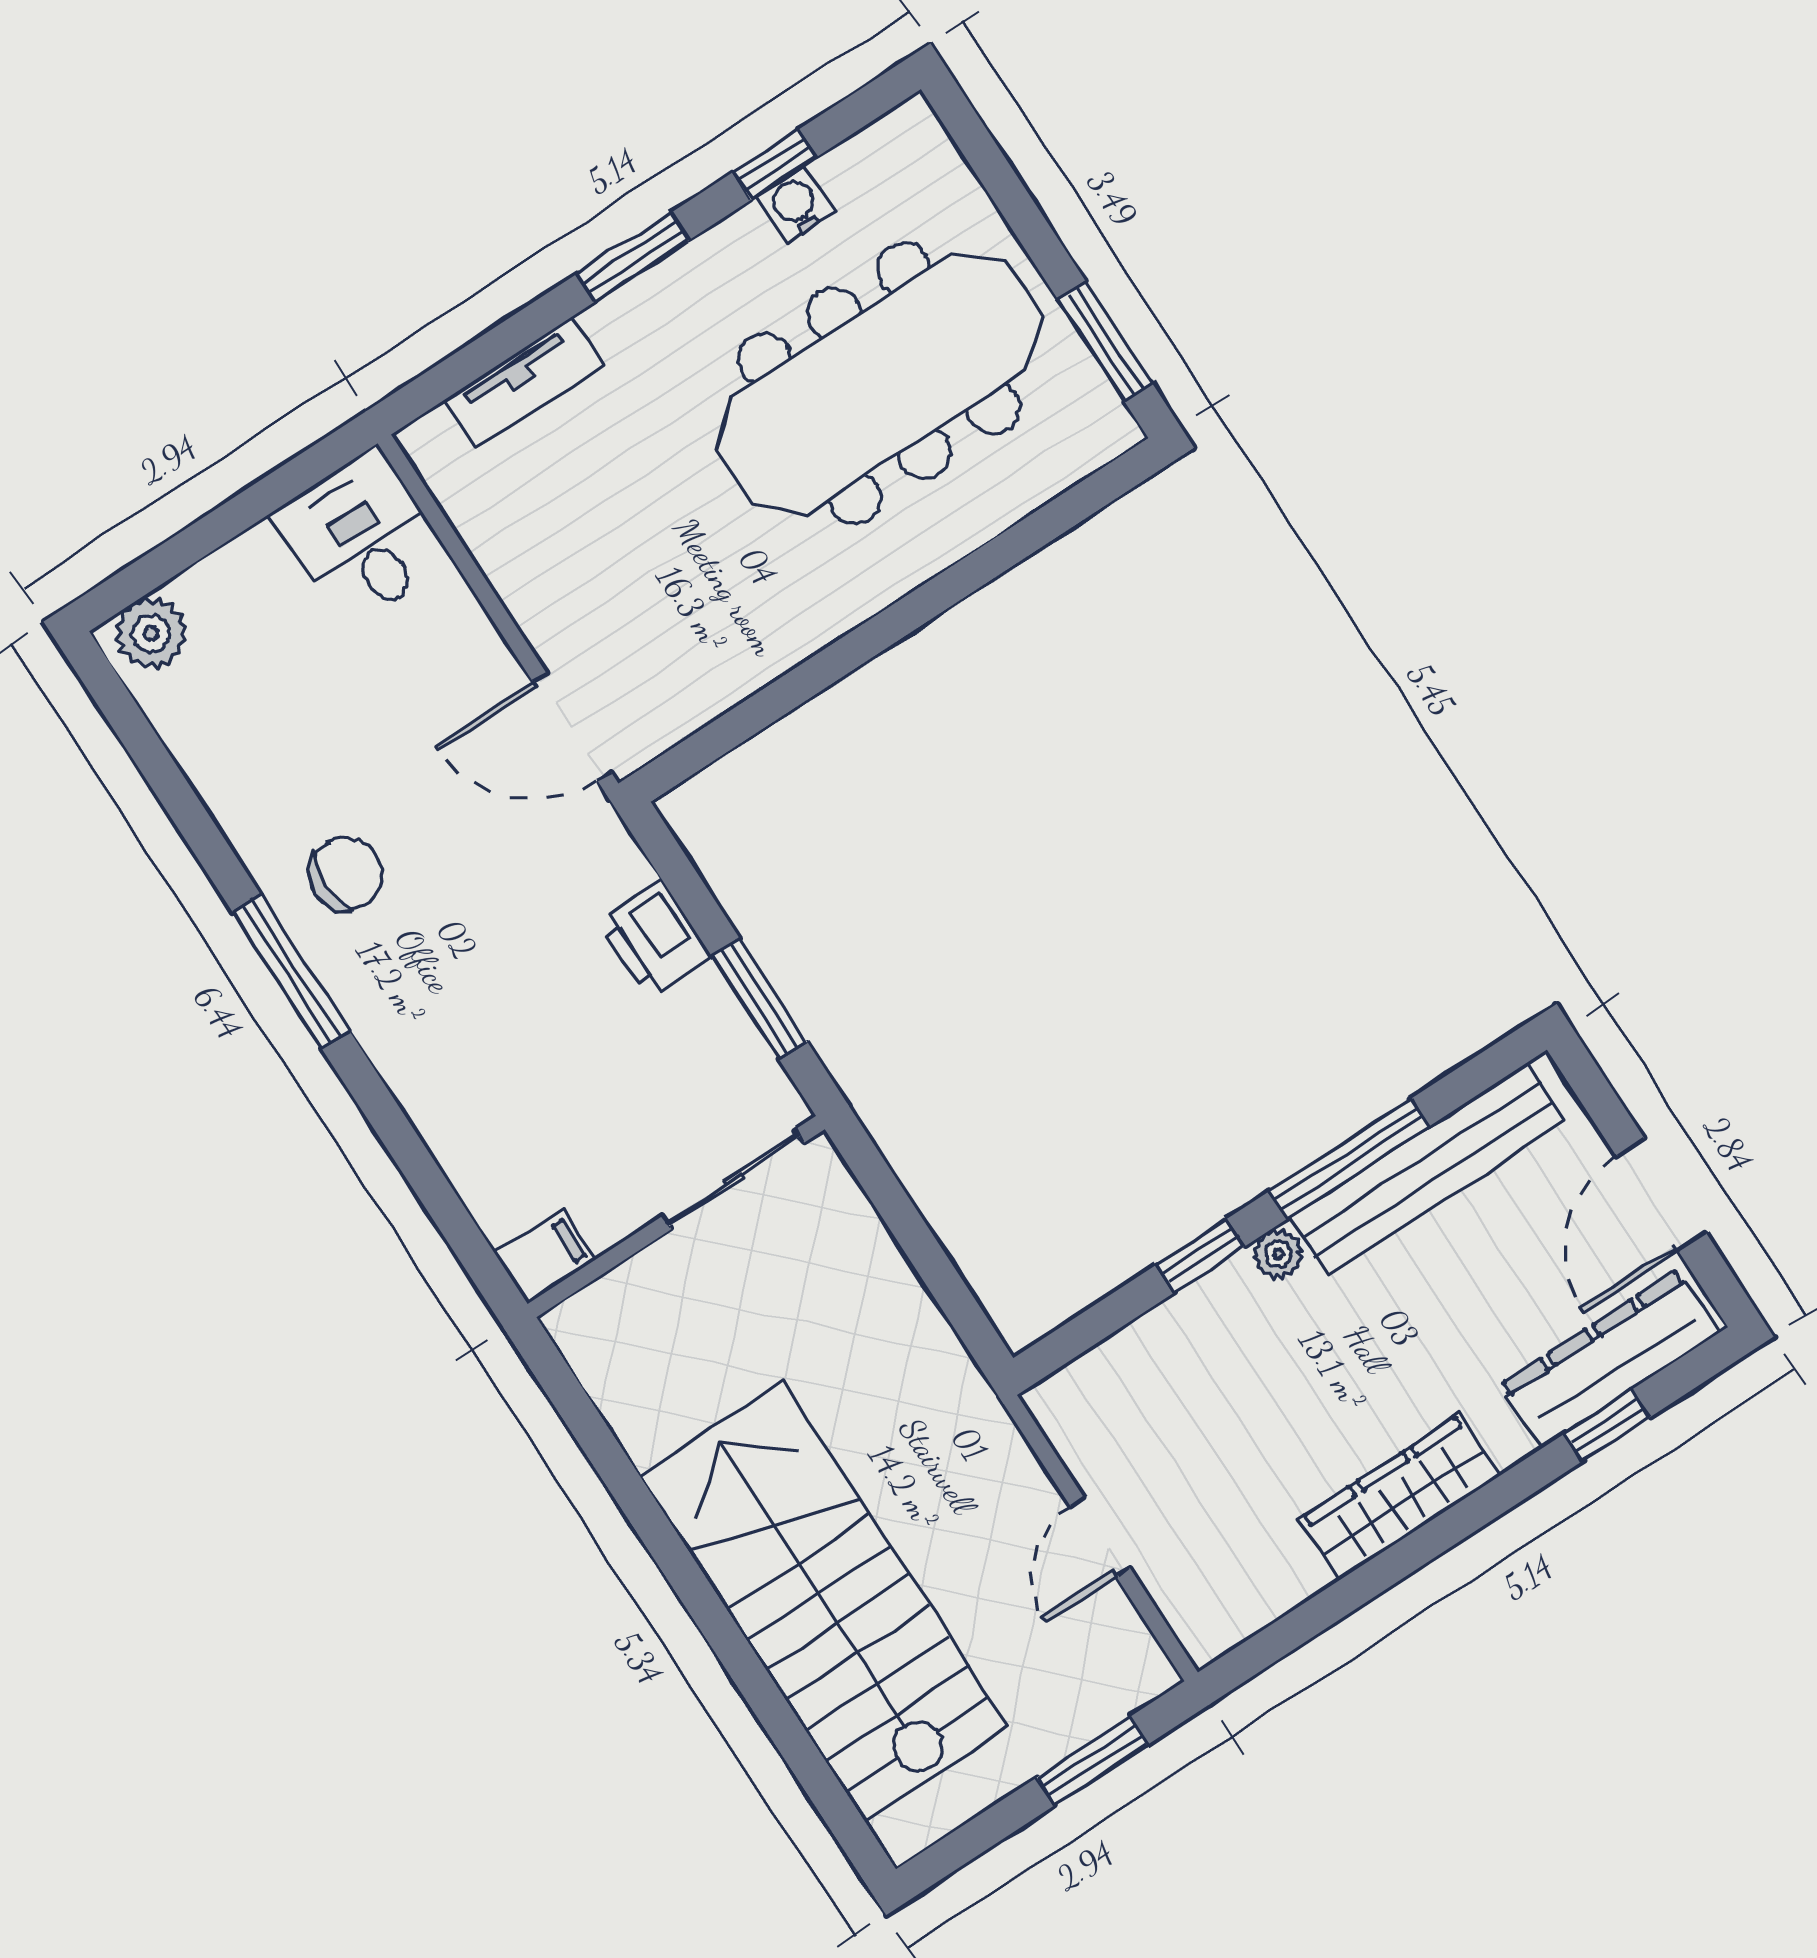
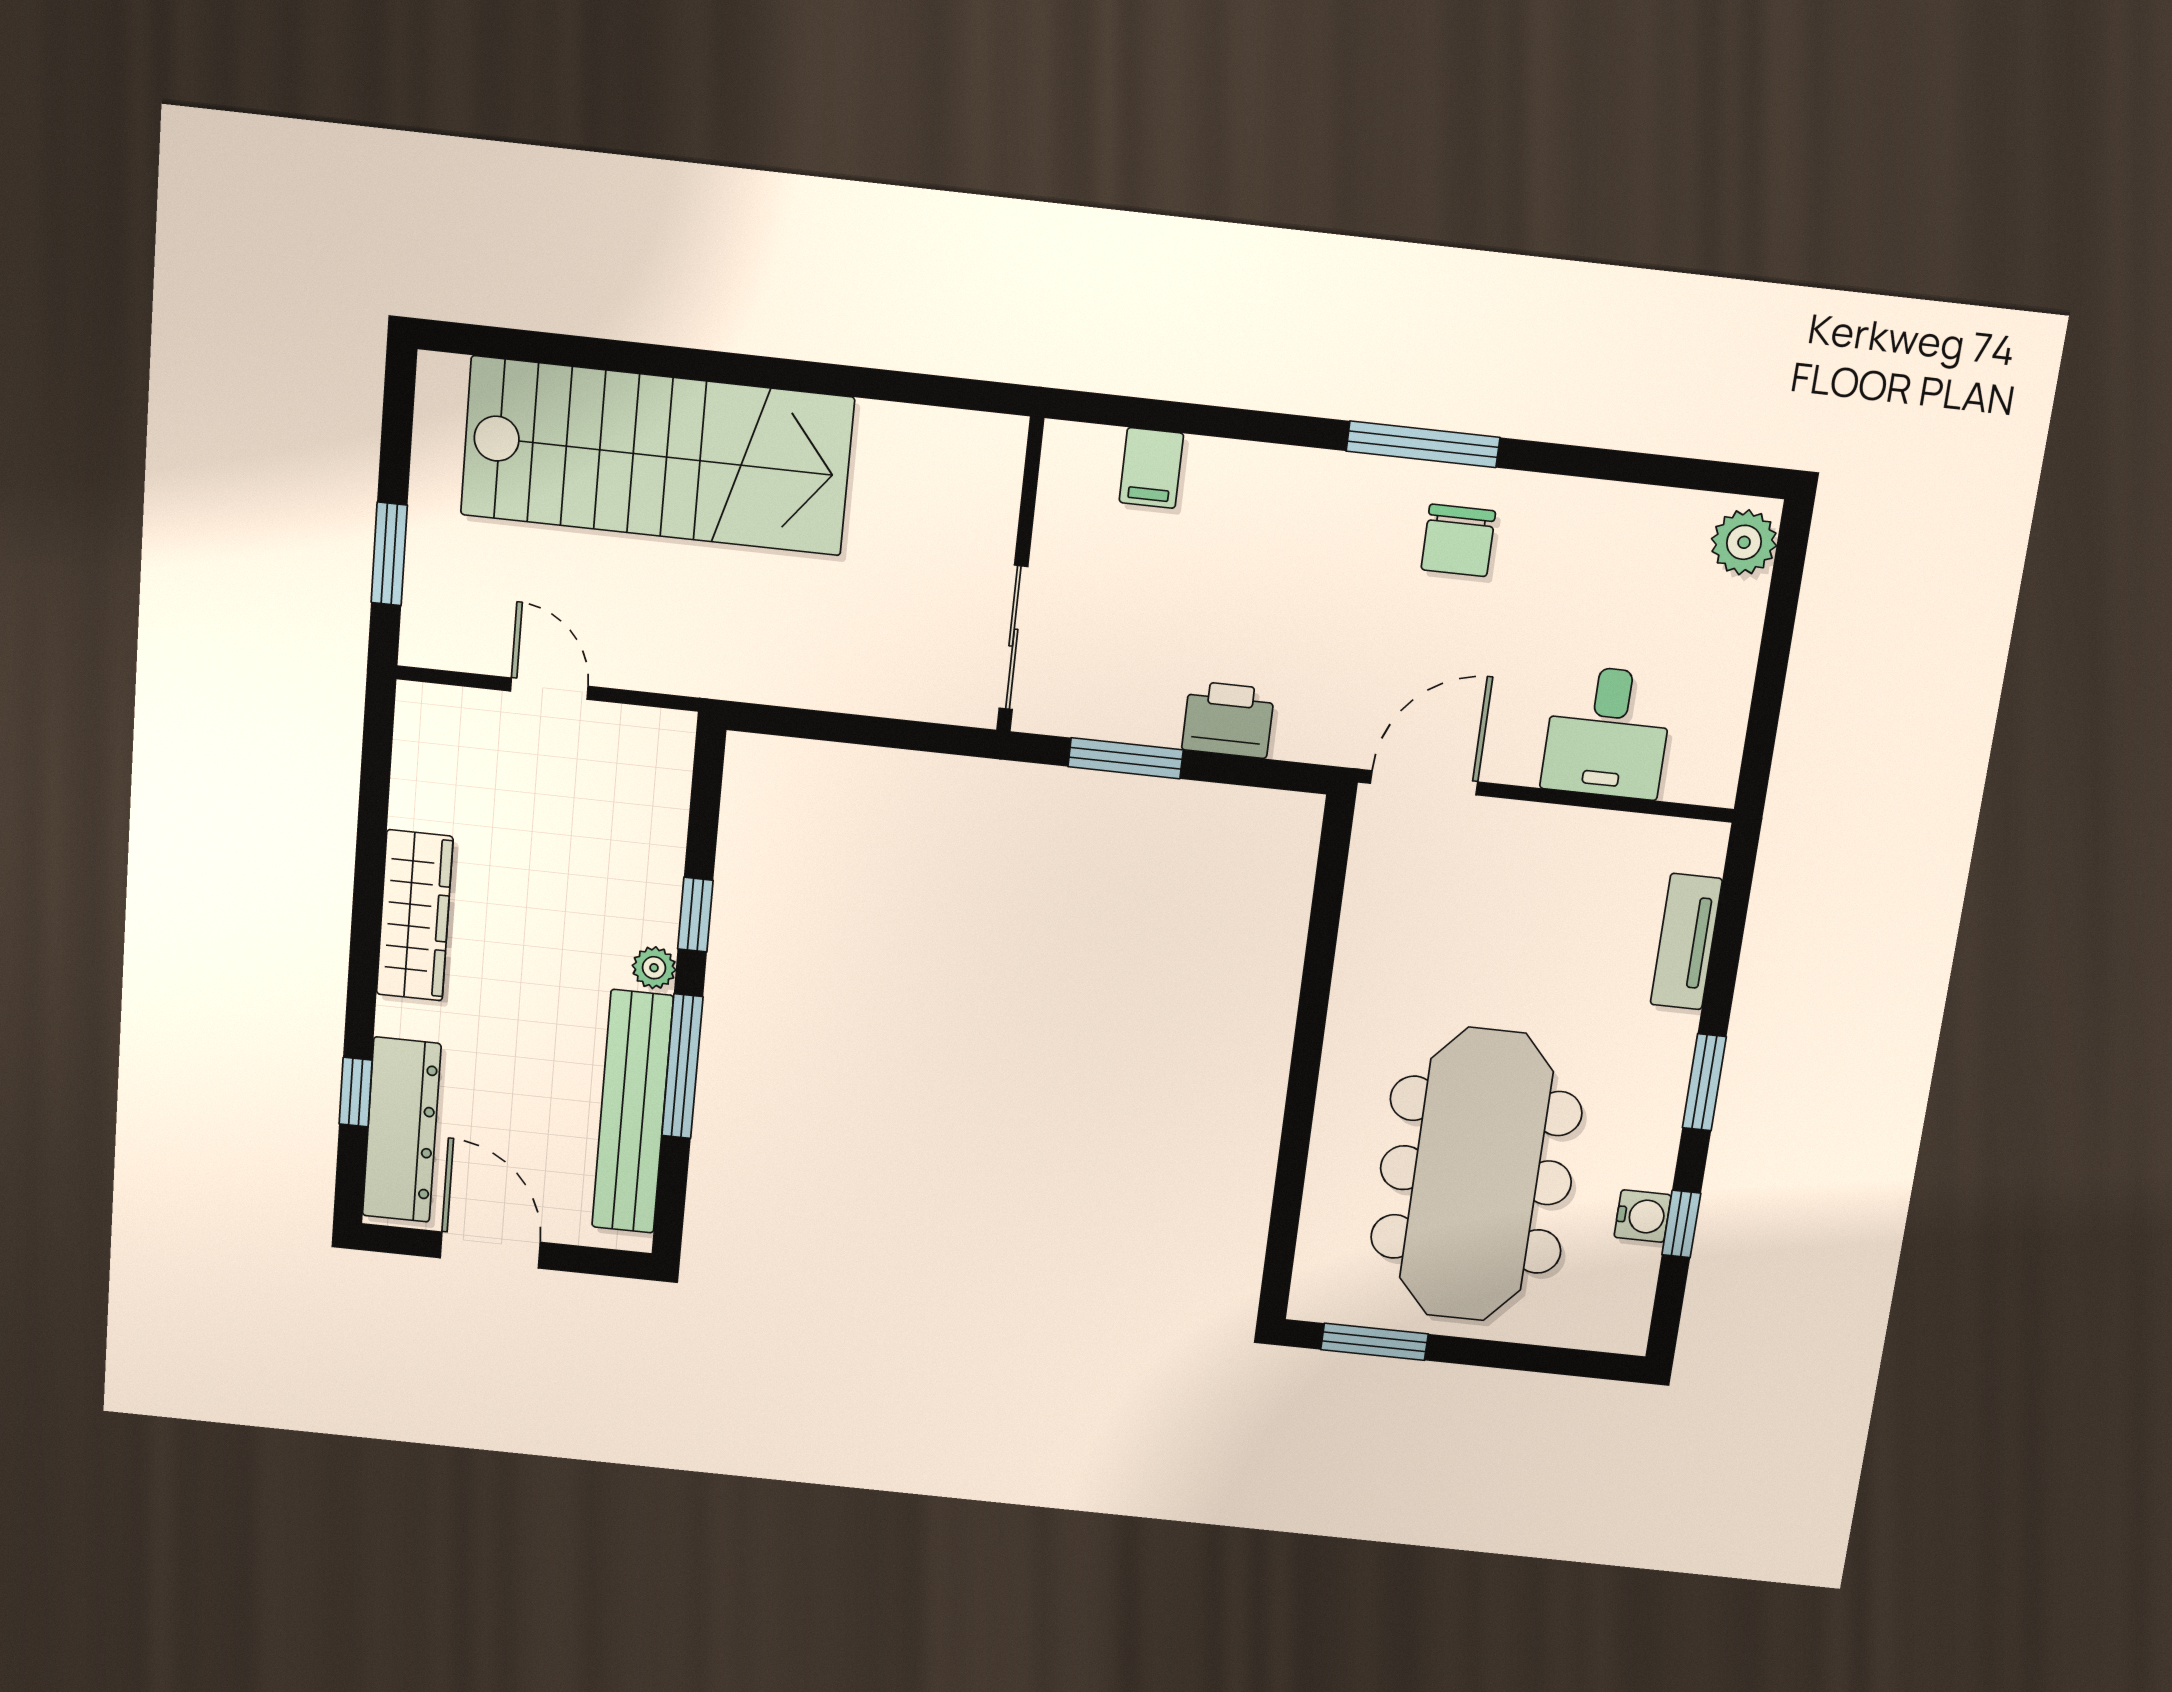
desk: (361, 538) -> (1607, 732), moved, turned 90
filing cabinet: (545, 1256) -> (1151, 468), moved

